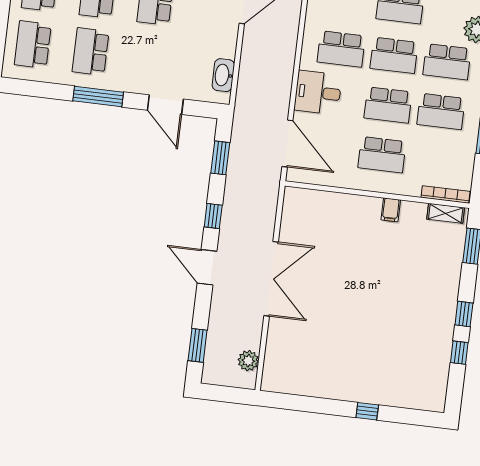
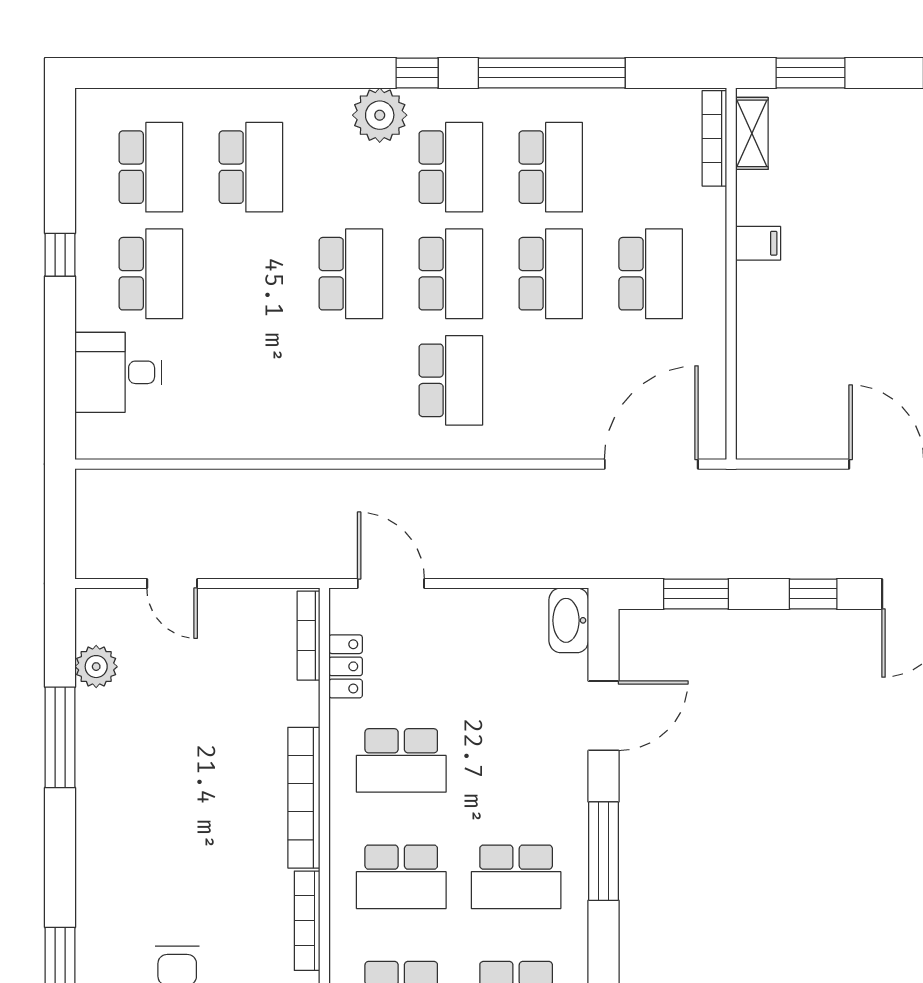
washbasin: (223, 75) -> (569, 620), moved, turned 90
desk: (318, 93) -> (543, 416), removed

